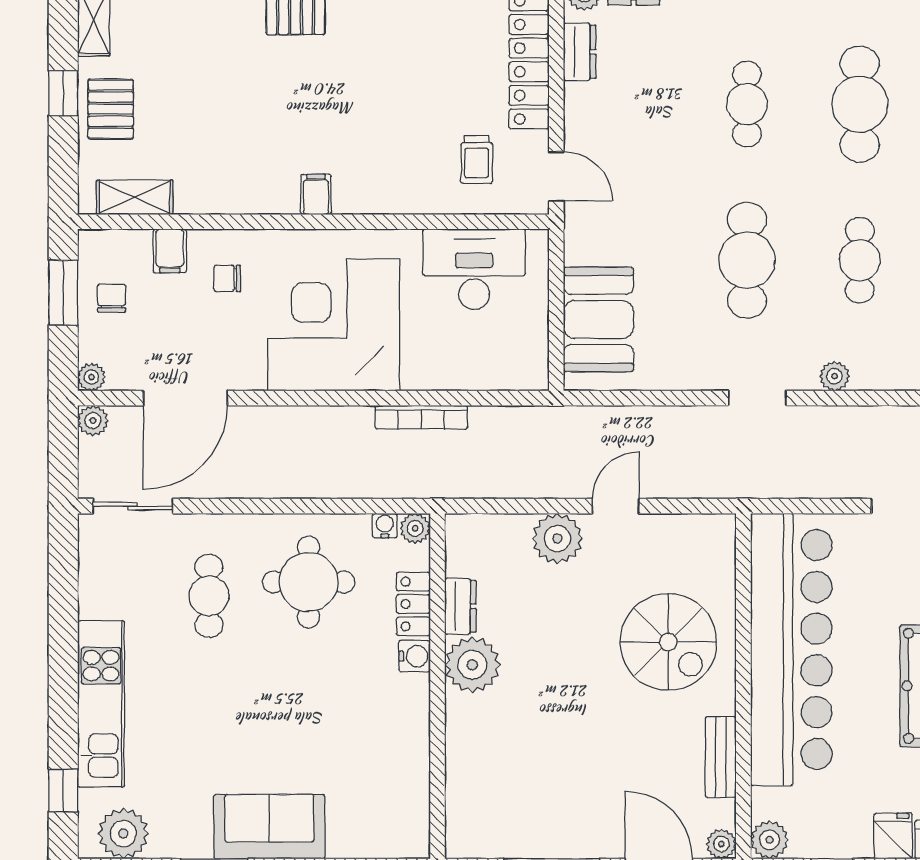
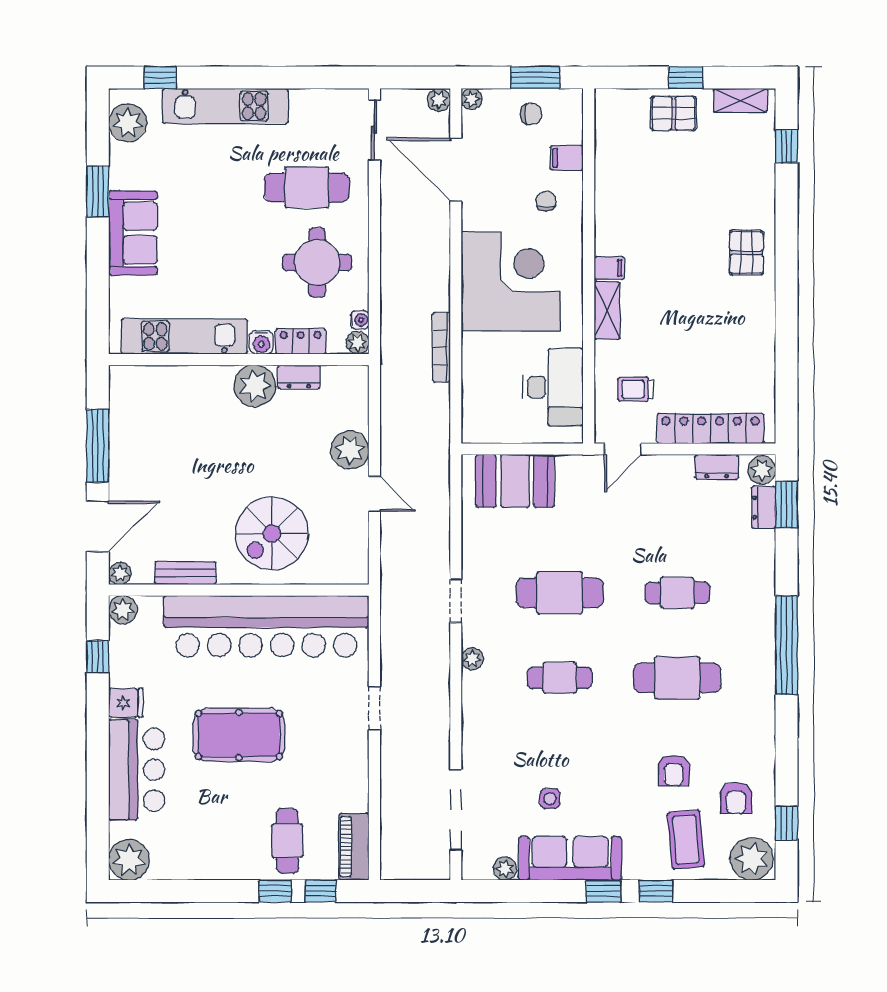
shelving: (135, 197) -> (607, 310), moved
cafe table: (209, 596) -> (307, 187), width x1.37, depth x1.35
kitchen unit: (407, 758) -> (184, 336), added

